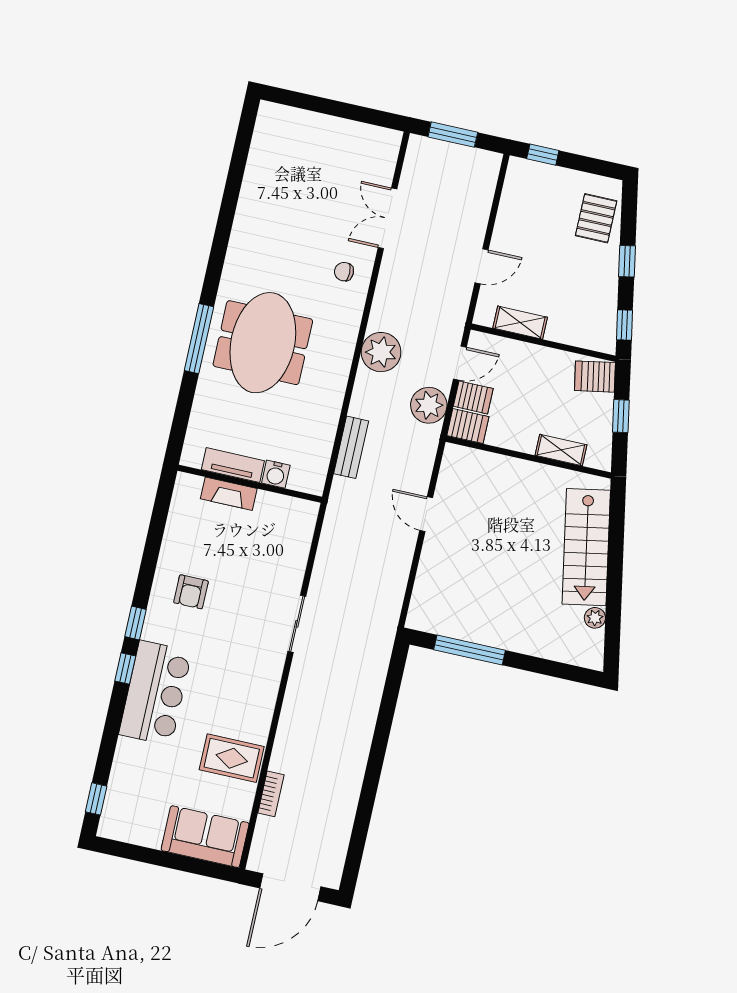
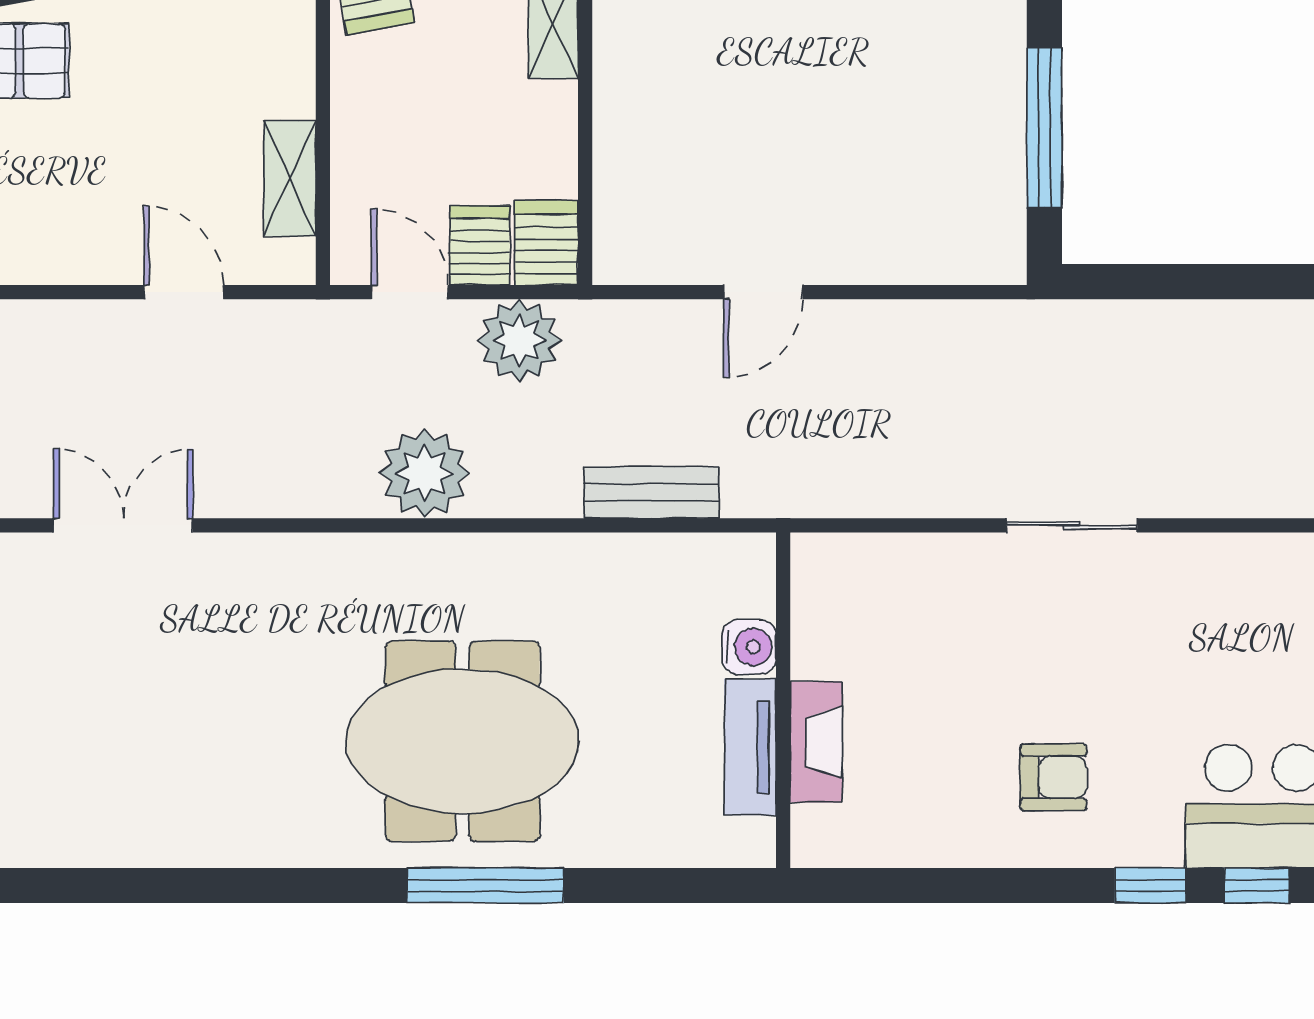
double door: (388, 218) -> (123, 525), swing flipped
chair: (344, 272) -> (264, 596), removed

